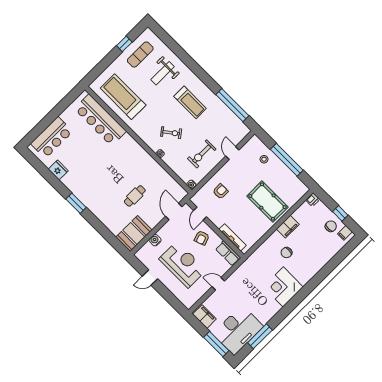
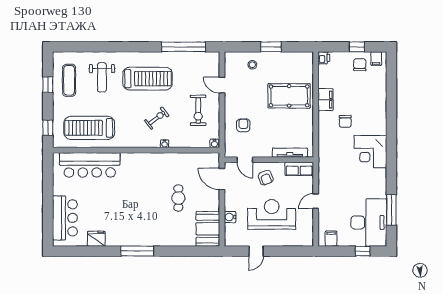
window: (97, 71) -> (48, 128), added
treadmill: (190, 102) -> (147, 79), width x1.37, depth x1.38
window: (287, 160) -> (271, 47), width x0.47
window: (76, 203) -> (137, 251), width x1.44
filing cabinet: (204, 317) -> (331, 239), width x0.50
window: (216, 344) -> (363, 251), width x0.46

